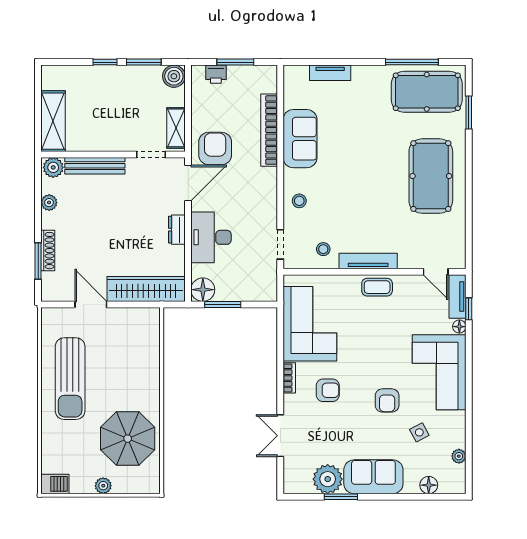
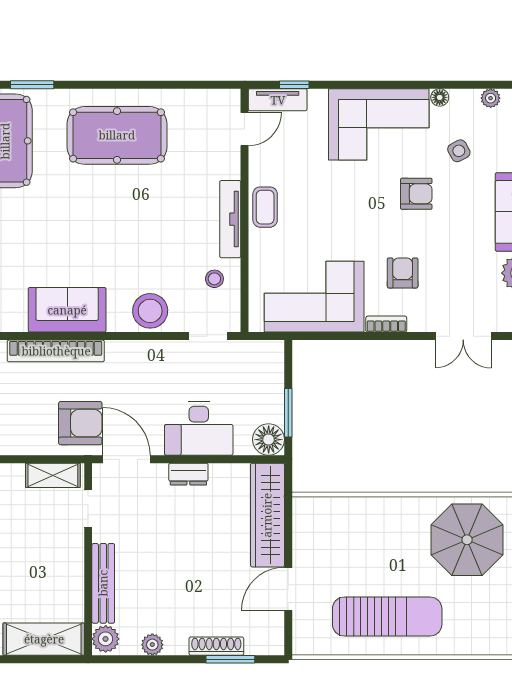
armchair: (215, 149) -> (80, 423), turned 180
stool: (299, 201) -> (150, 311), width x1.89, depth x1.89
floor lamp: (459, 327) -> (440, 97), moved

